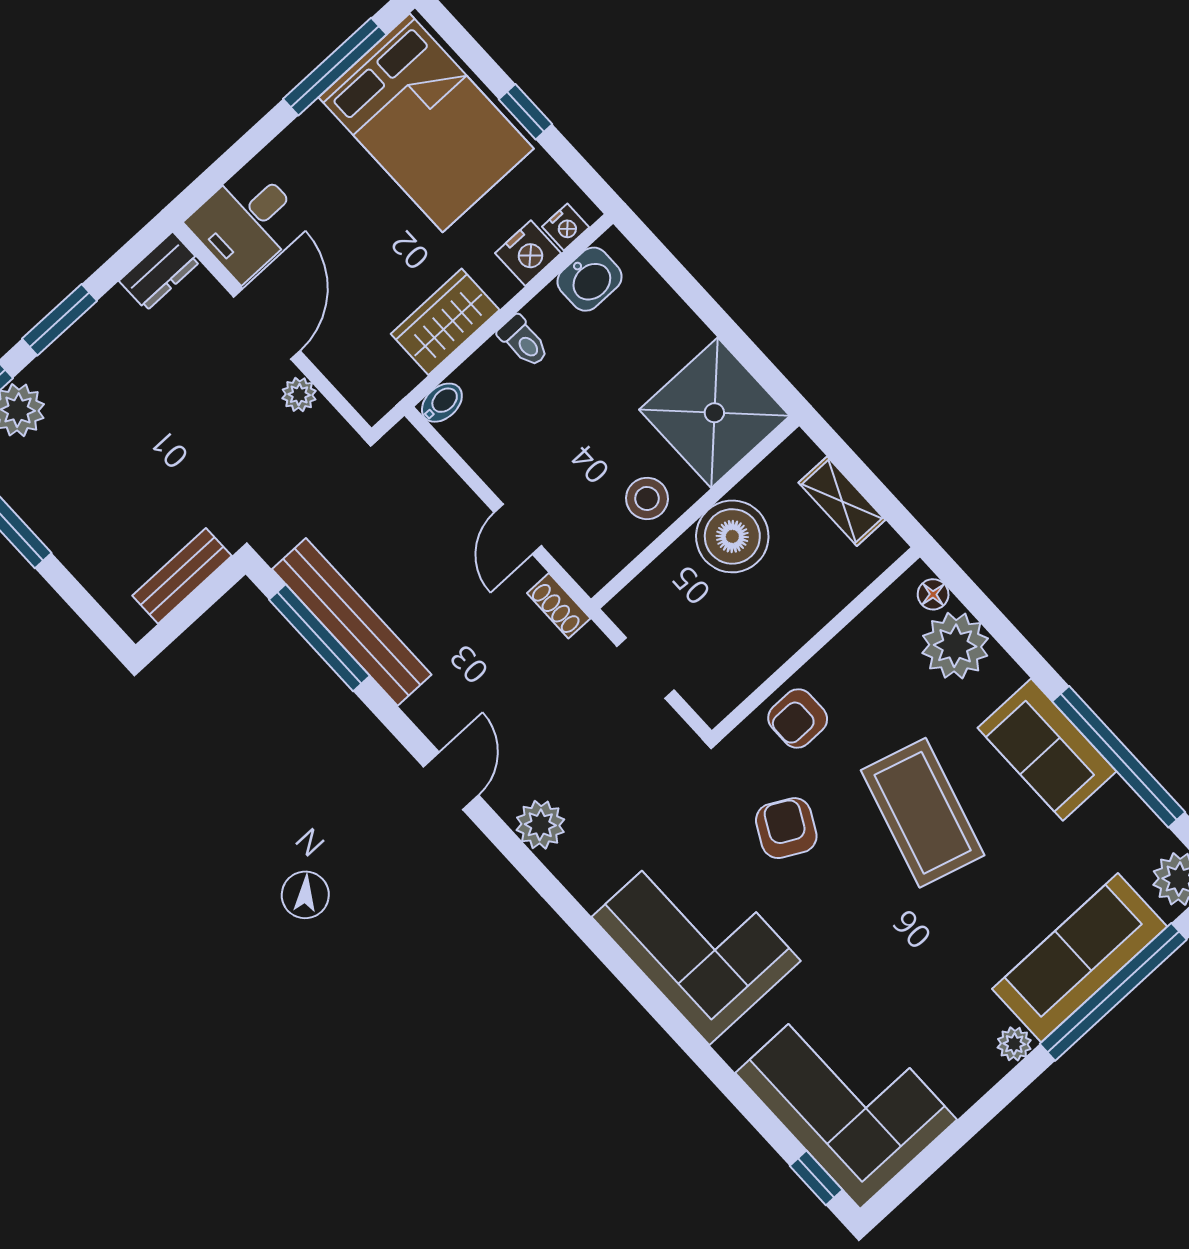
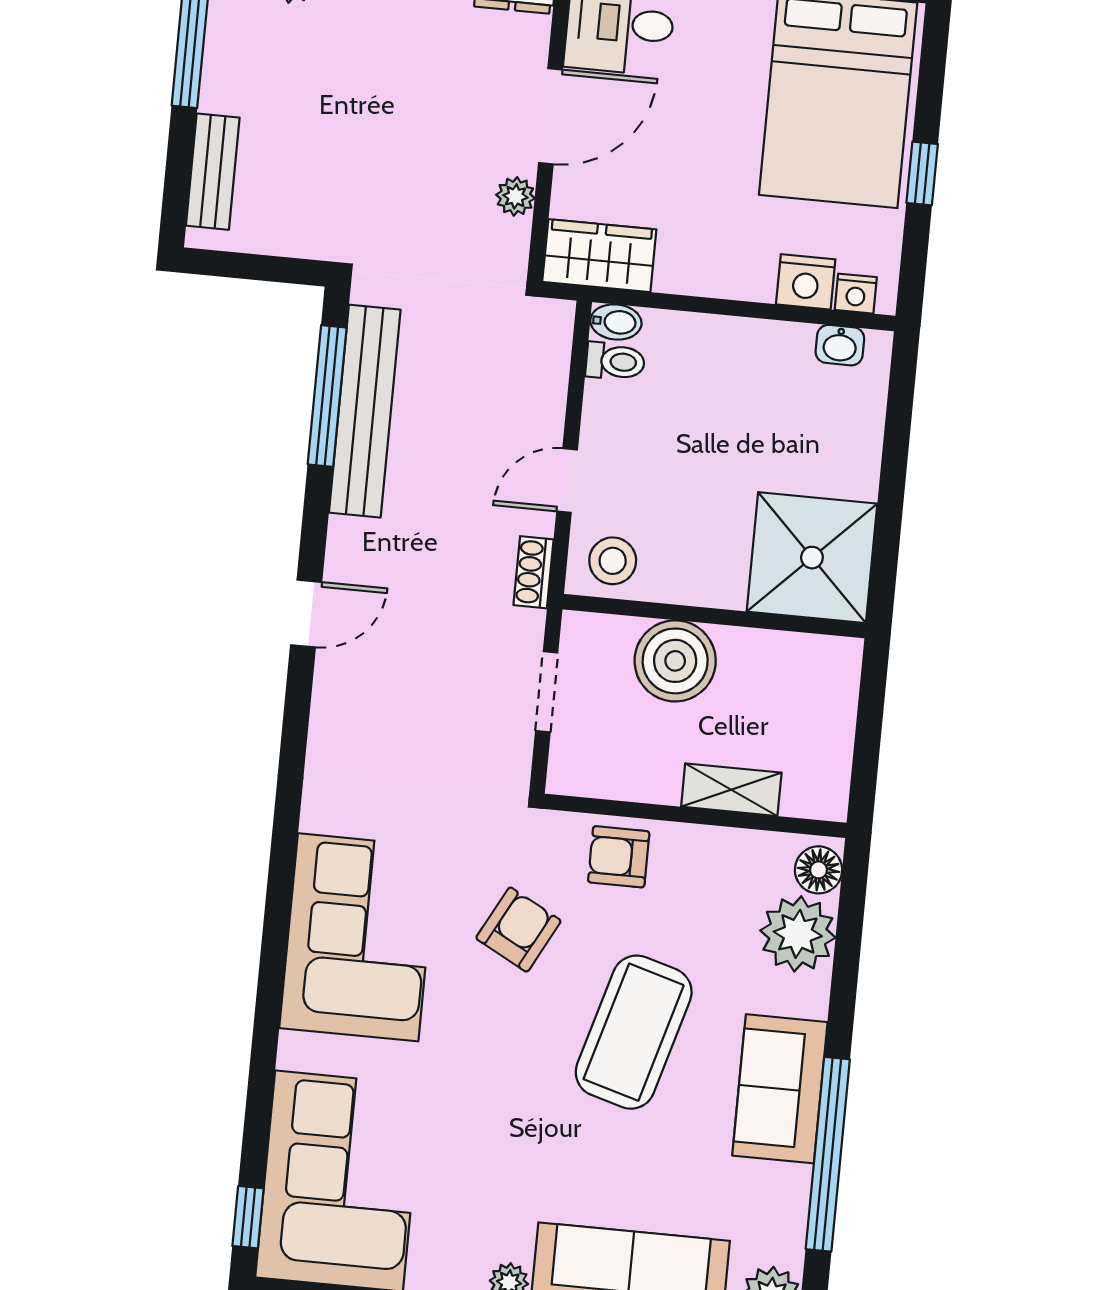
washbasin: (590, 279) -> (840, 345), width x0.72, depth x0.69
wardrobe: (445, 322) -> (599, 256), moved
toilet: (523, 341) -> (615, 361), moved, turned -90
stool: (647, 498) -> (613, 561), moved
shelving: (842, 501) -> (731, 790), moved, turned 90
boiler: (732, 536) -> (675, 661), moved
bench: (182, 576) -> (213, 172), moved, turned 90
floor lamp: (933, 594) -> (818, 870), width x1.37, depth x1.37
plant: (540, 825) -> (337, 721), removed

